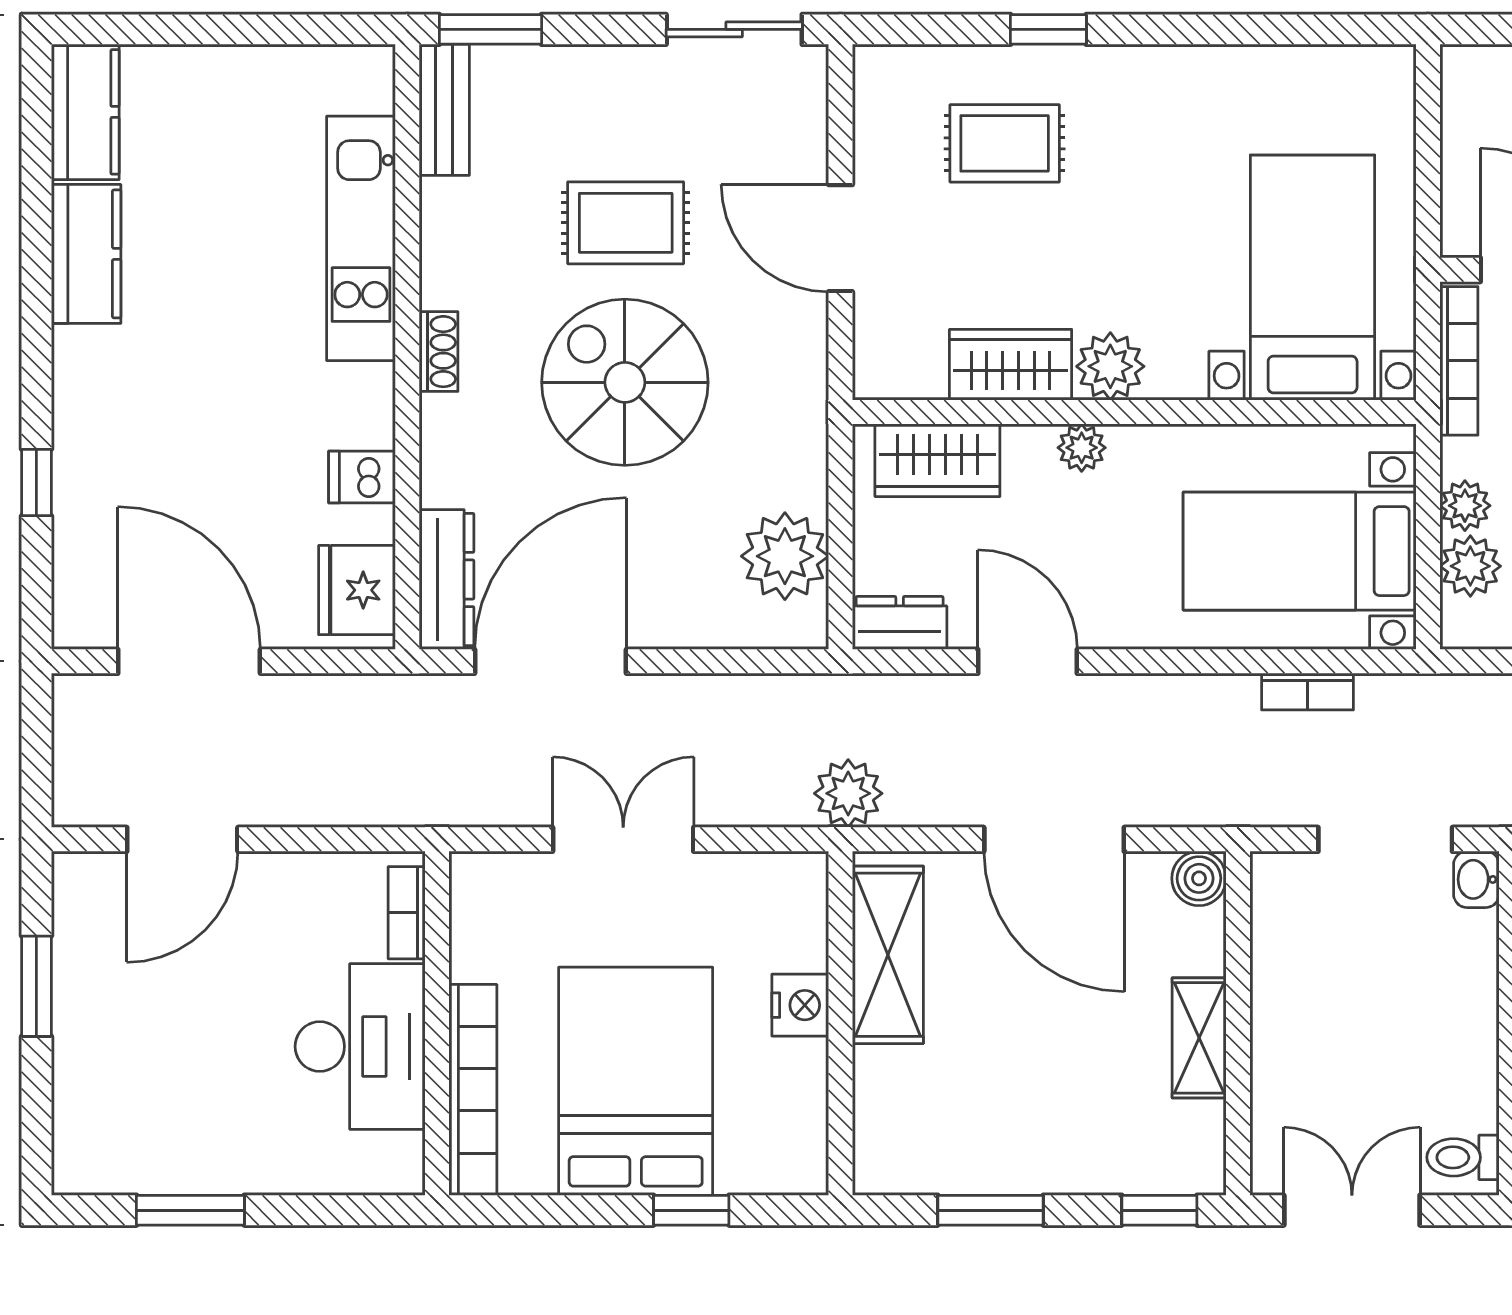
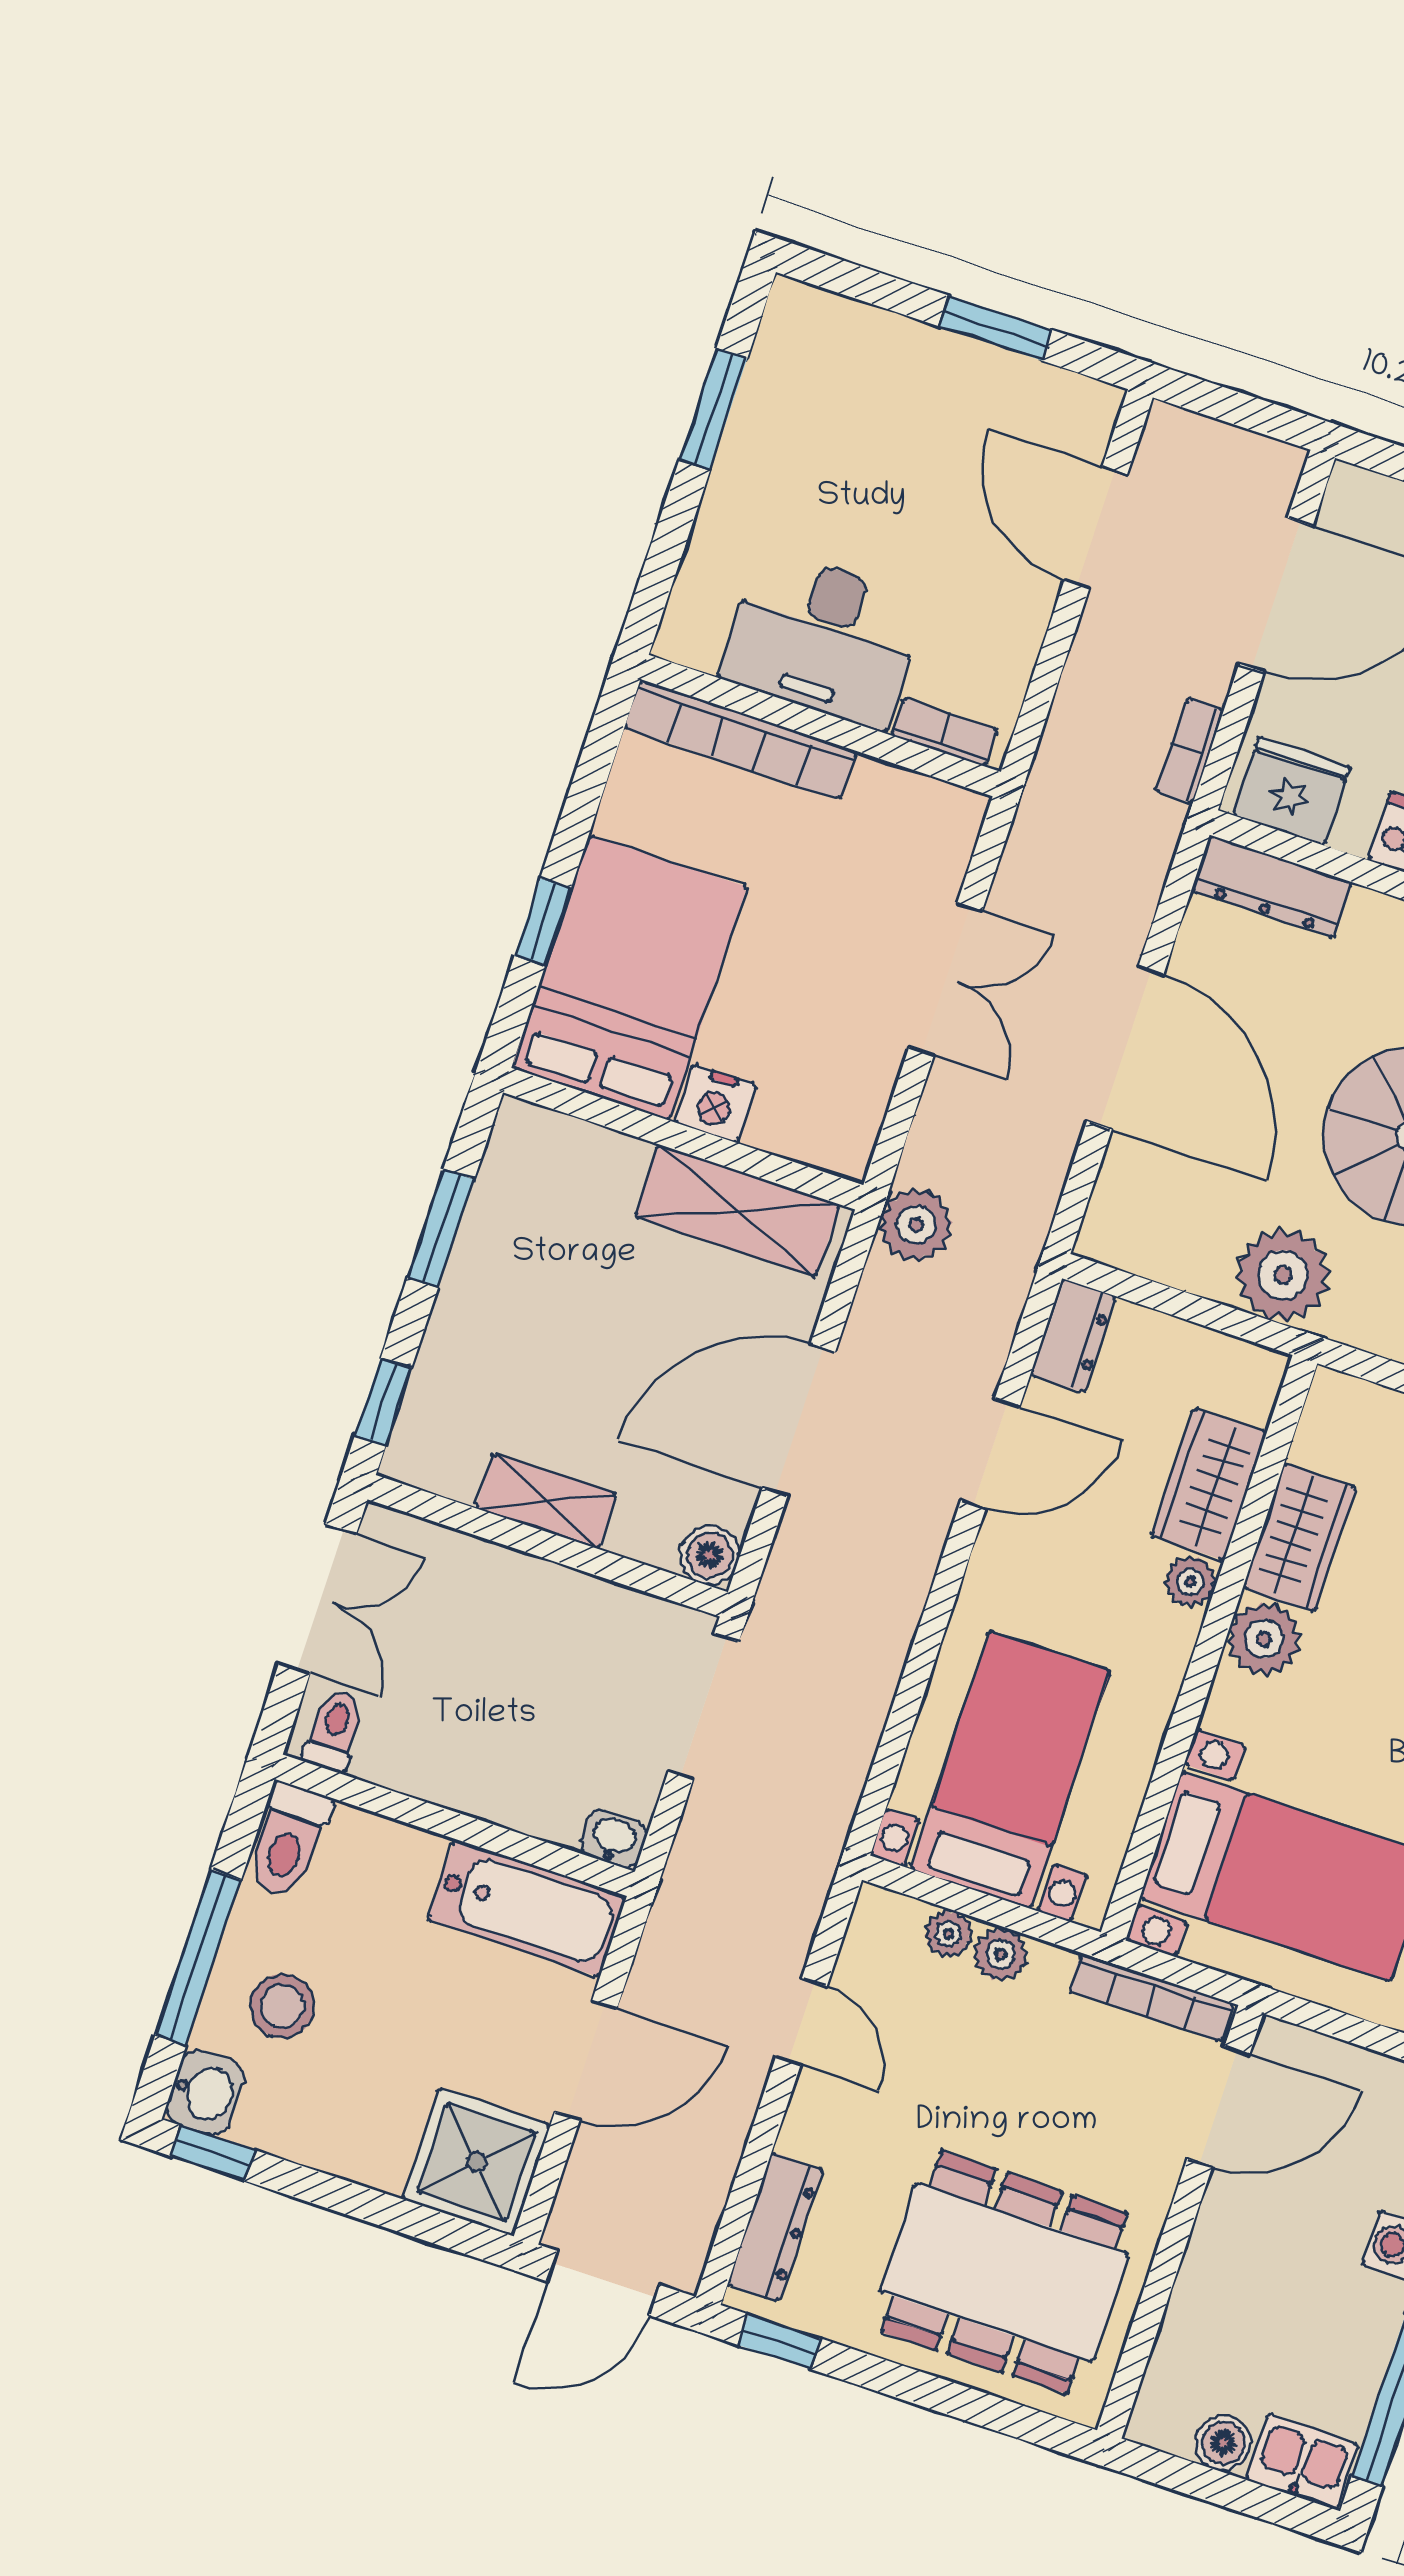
wardrobe: (937, 460) -> (1209, 1484), moved
plant: (785, 556) -> (1283, 1275), moved
plant: (1470, 566) -> (948, 1934), width x0.73, depth x0.73
door: (550, 661) -> (1125, 1048), moved
bookcase: (1307, 692) -> (1190, 751), moved
doorway: (1385, 839) -> (704, 1706), moved
bed: (636, 1081) -> (629, 978), moved, turned -90

